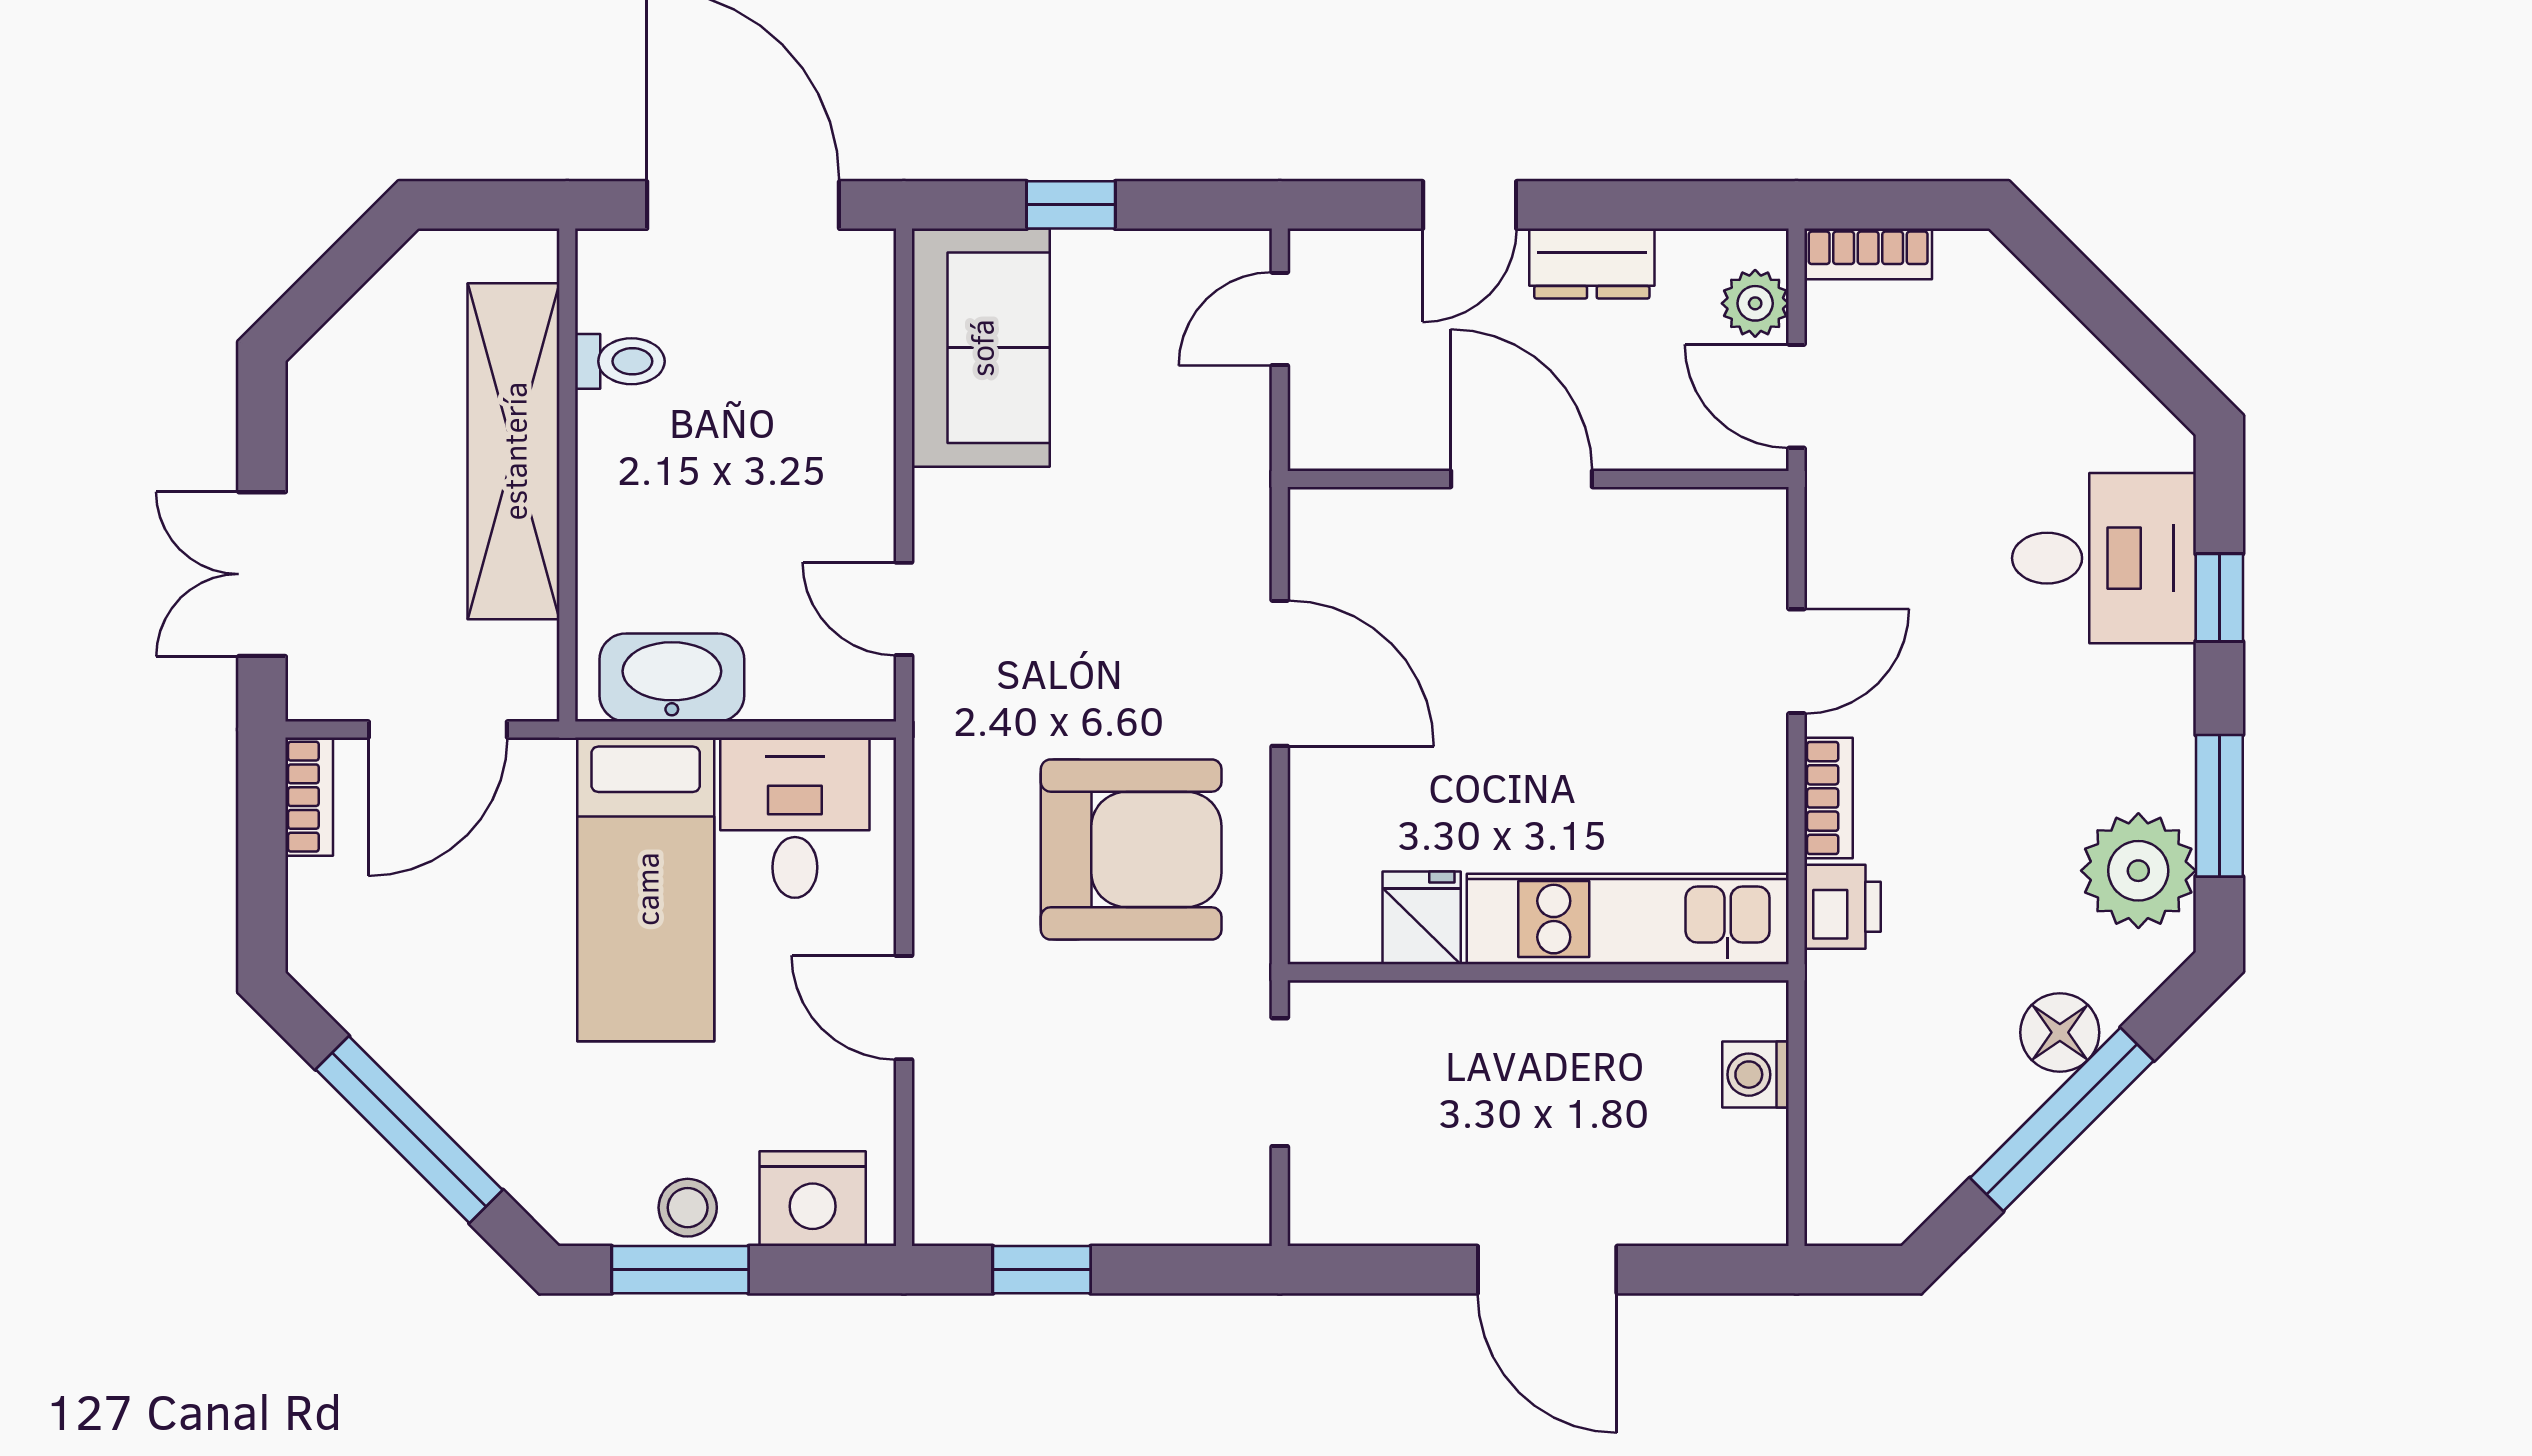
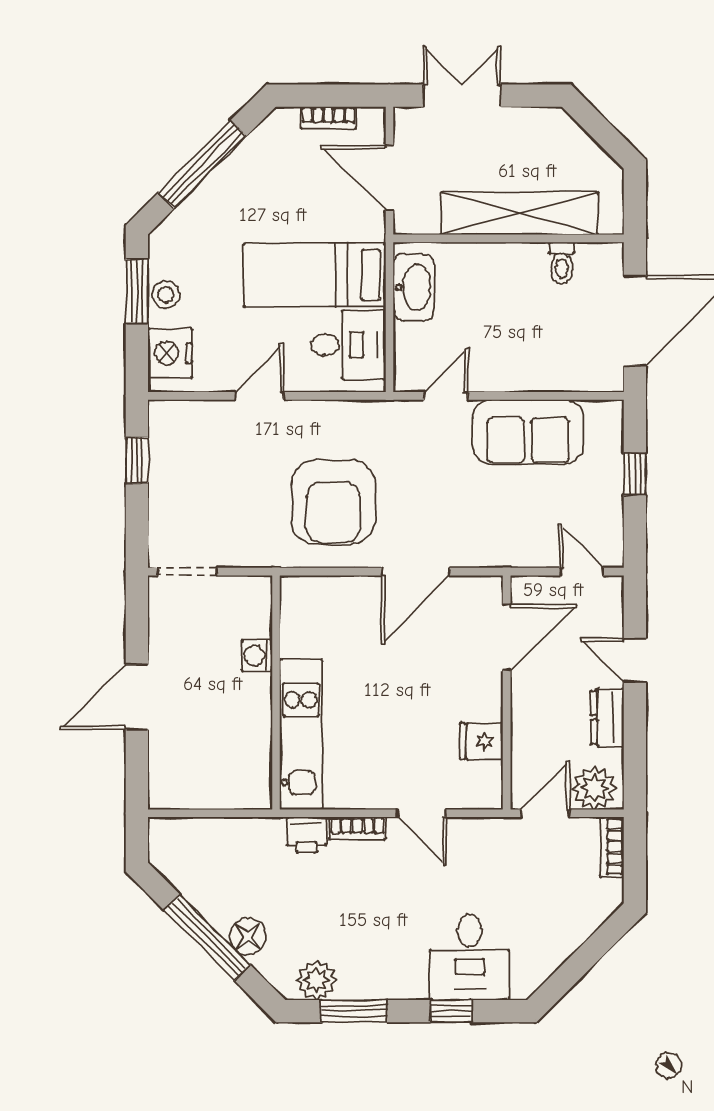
plant: (1755, 303) -> (595, 788), width x1.38, depth x1.38
sofa: (981, 348) -> (528, 432), moved
door: (1522, 479) -> (507, 637), moved
bookcase: (309, 797) -> (328, 118), moved
plant: (2138, 871) -> (316, 980), width x0.73, depth x0.73
fridge: (1422, 918) -> (481, 741), moved, turned 180
washing machine: (1755, 1075) -> (257, 656), moved, turned -90
doorway: (1280, 1082) -> (187, 572), moved

